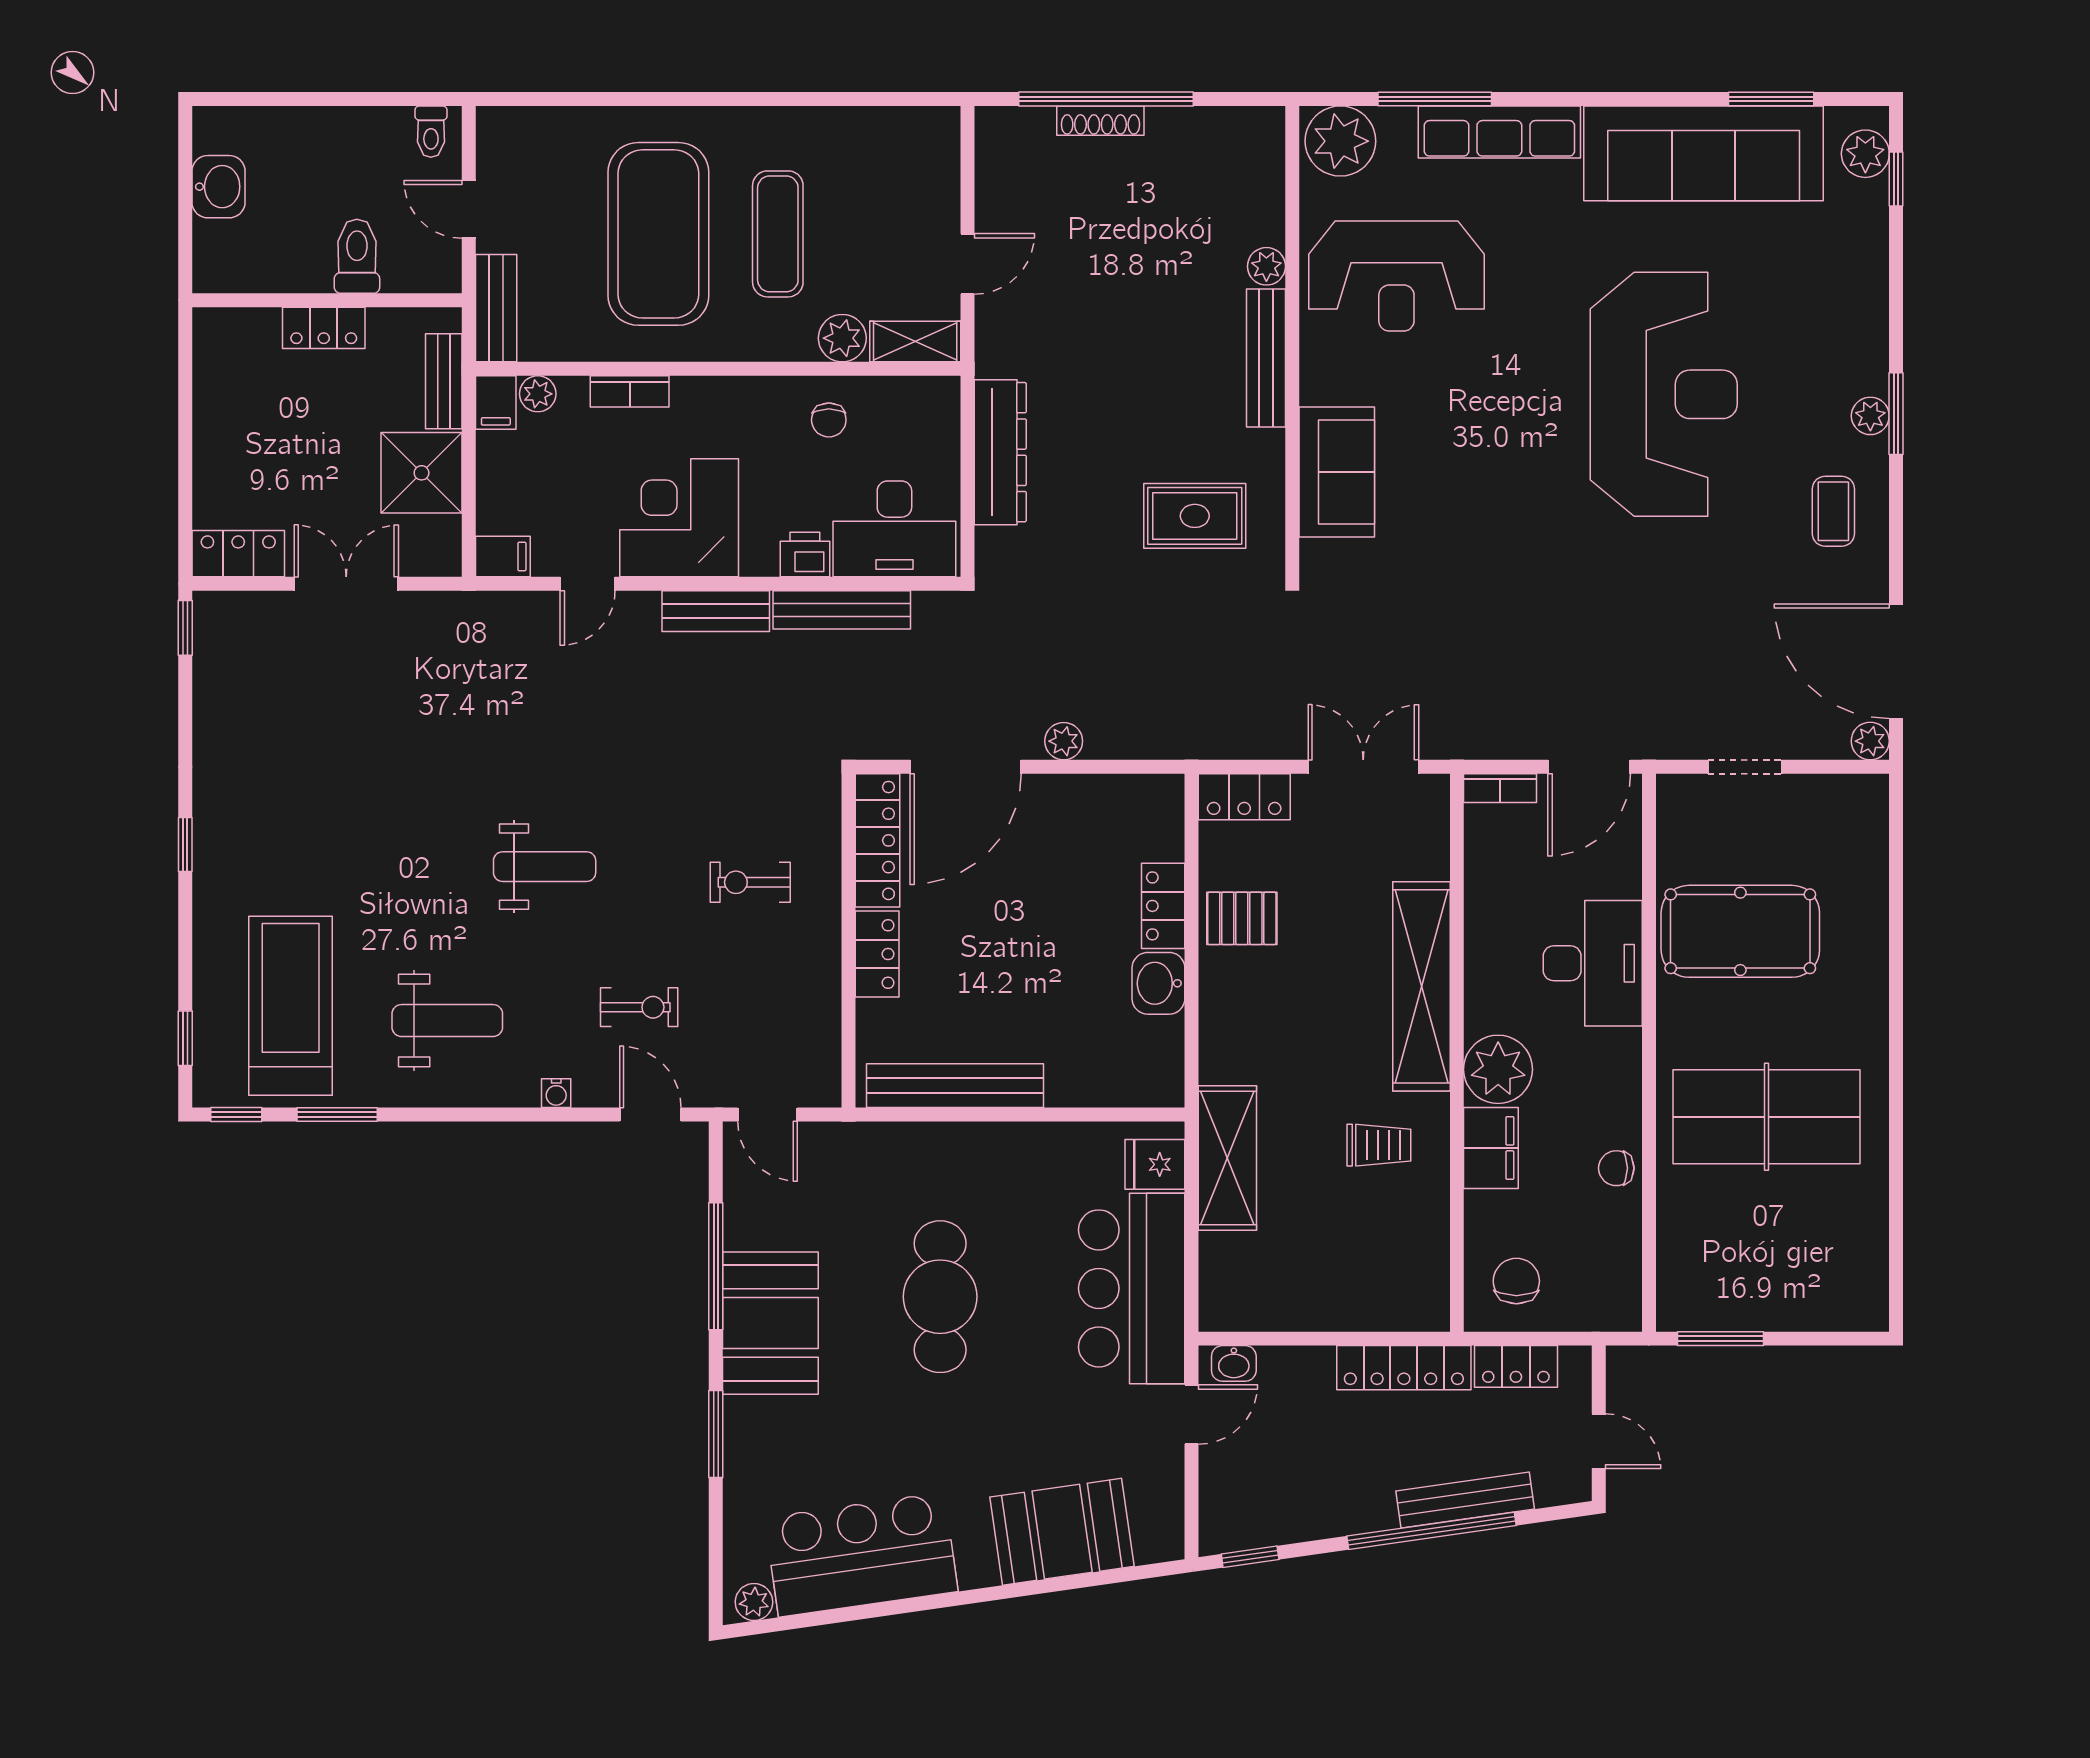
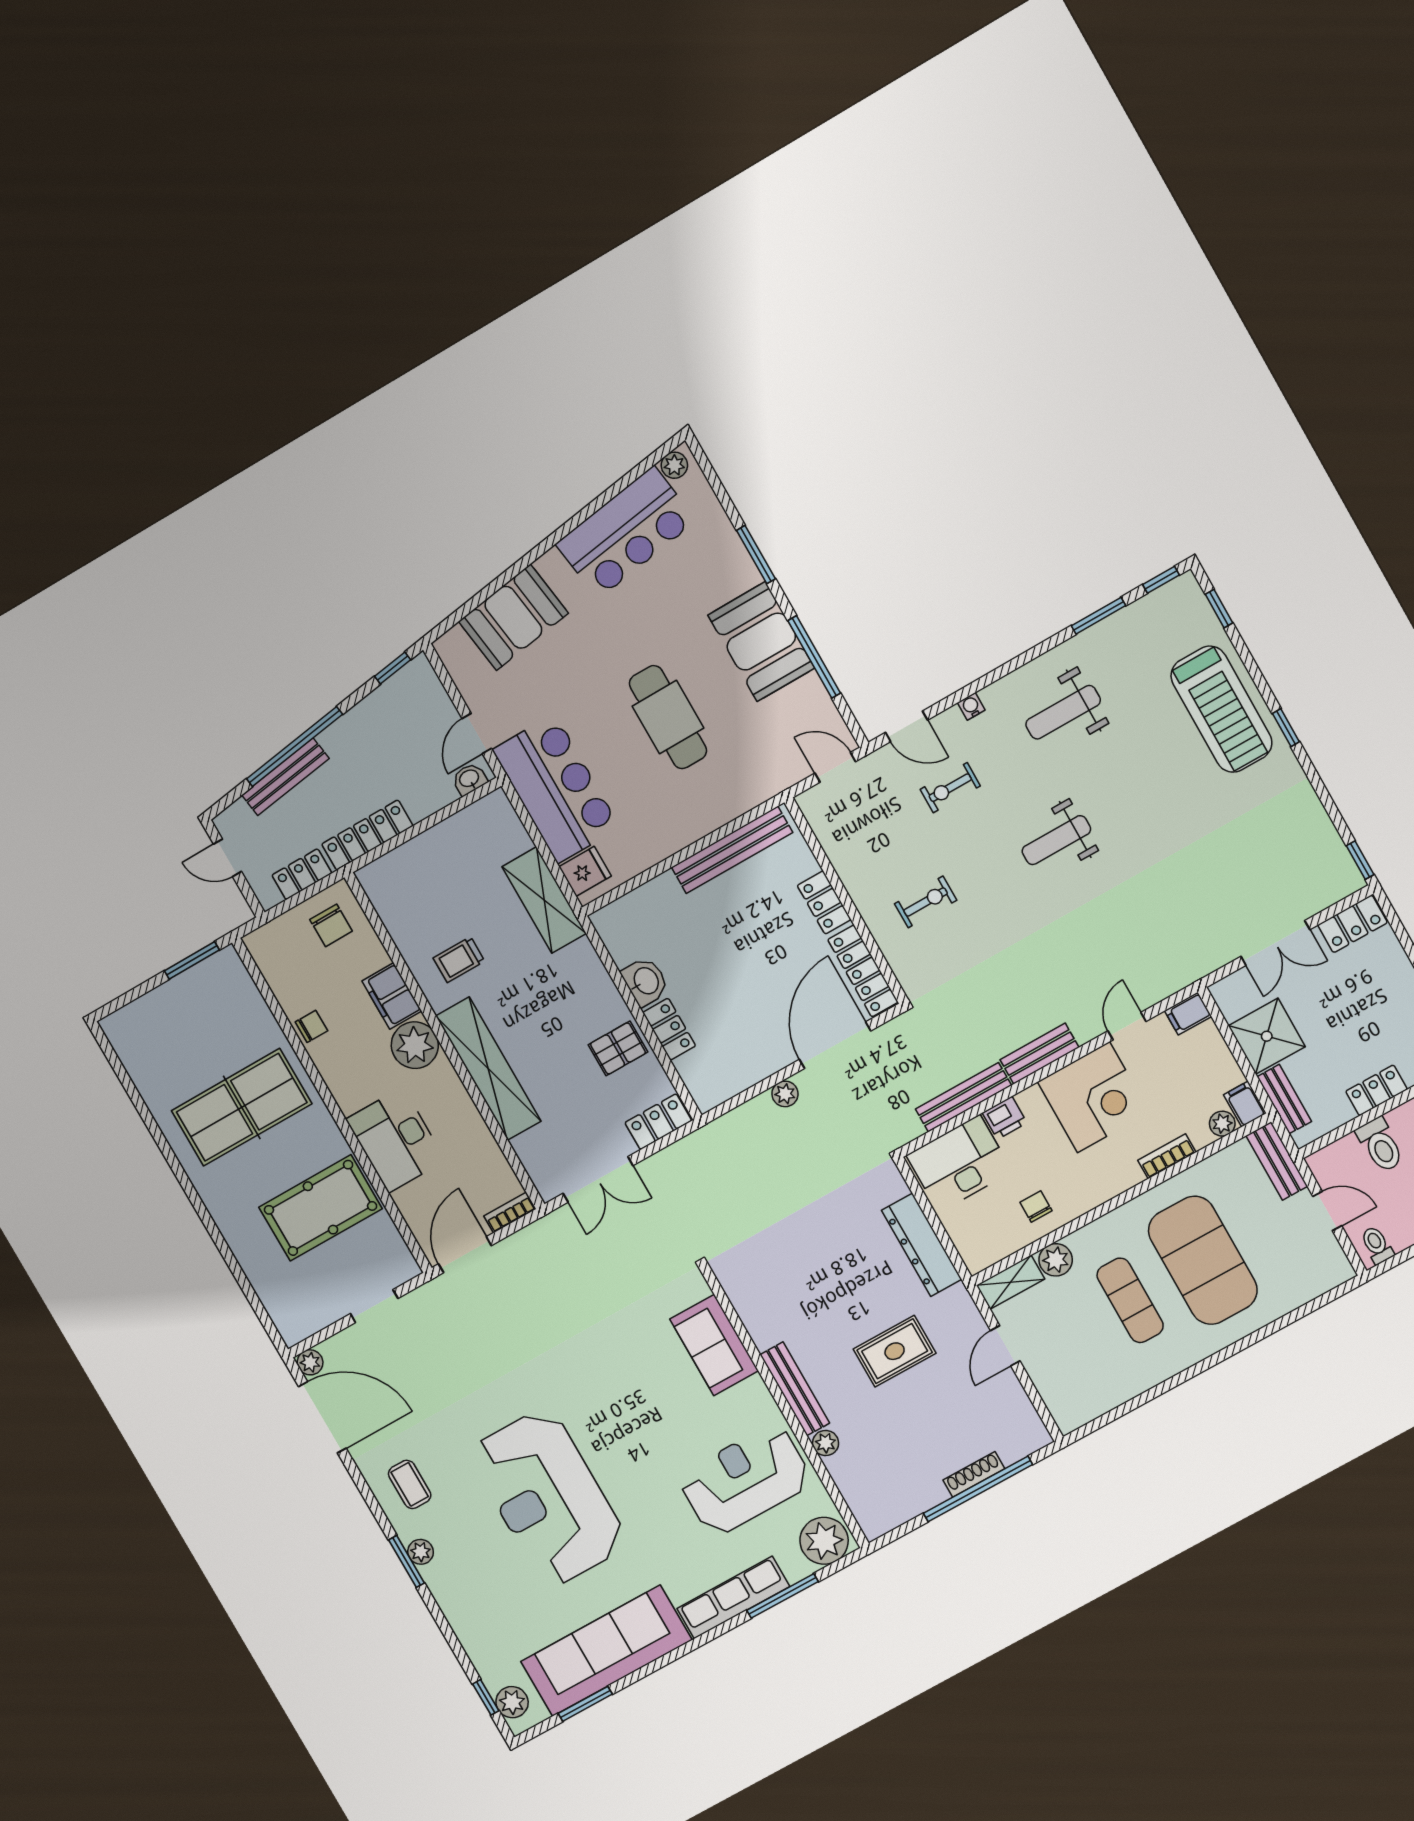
rug: (1195, 516) -> (895, 1351), moved
treadmill: (291, 1006) -> (1221, 709), moved

